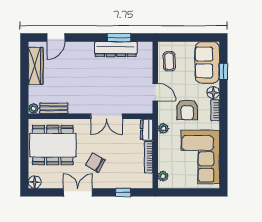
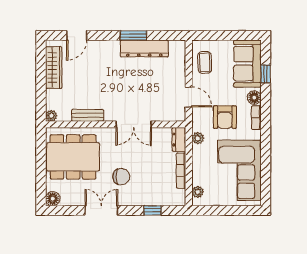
window: (119, 37) -> (133, 35), moved
bench: (54, 108) -> (88, 115), moved
chair: (95, 163) -> (121, 177), turned 150

